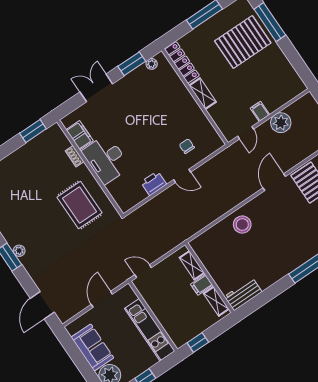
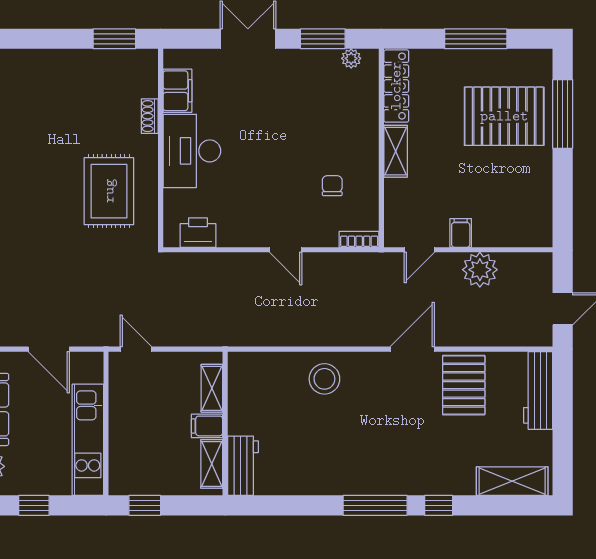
chair: (187, 146) -> (332, 186), moved
bookcase: (214, 147) -> (359, 239), added
printer: (154, 183) -> (198, 233), moved
workbench: (243, 294) -> (243, 466), moved, turned 90
door: (102, 299) -> (49, 349), swing flipped

